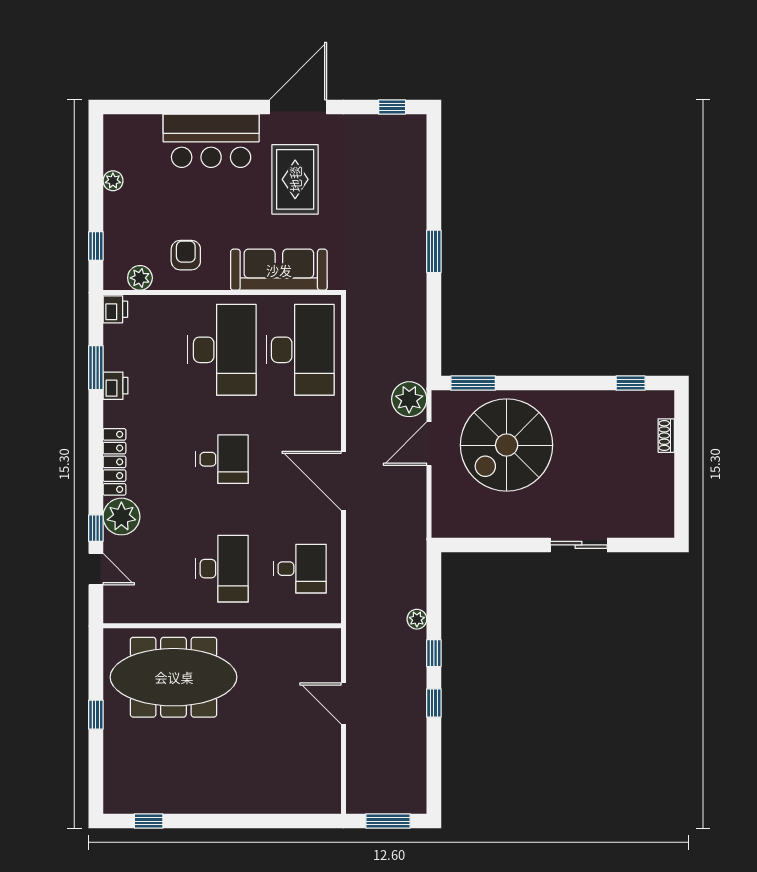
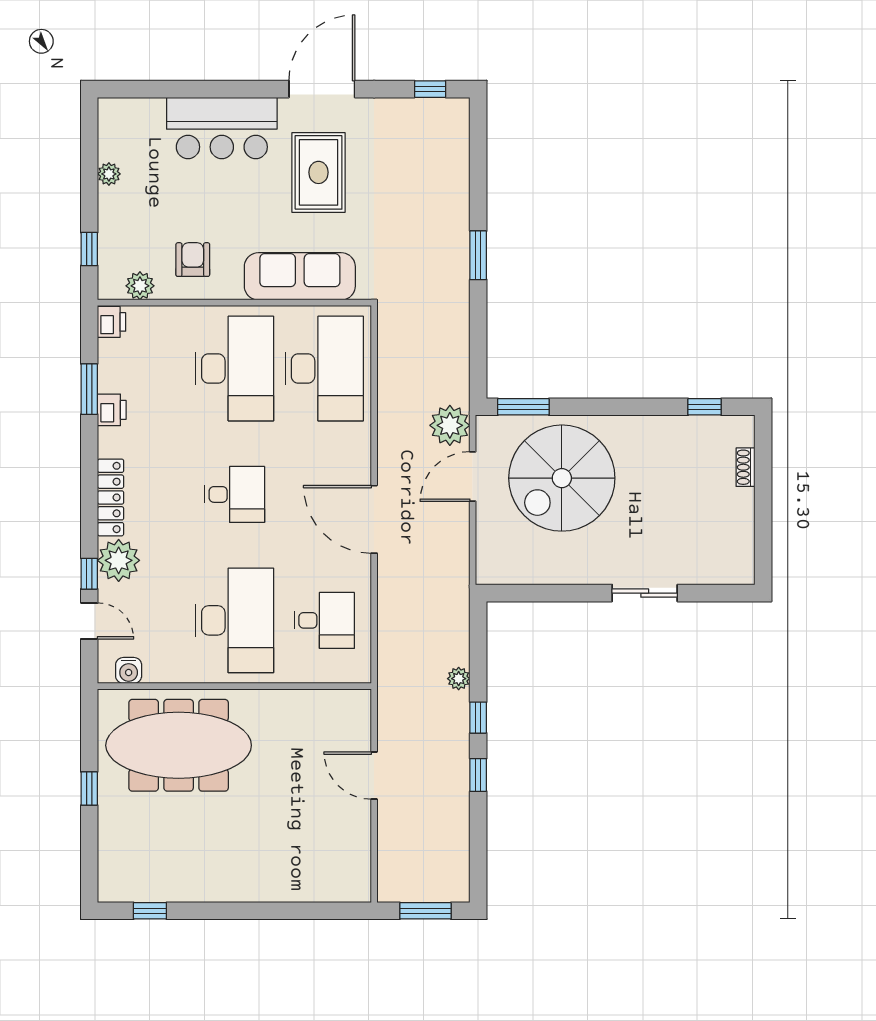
desk: (222, 569) -> (234, 620), width x1.36, depth x1.30
water cooler: (130, 612) -> (129, 670), added

